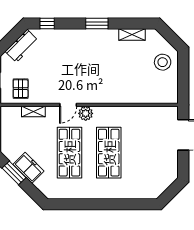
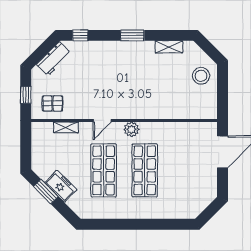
pallet: (21, 89) -> (53, 103), turned 90
plant: (86, 113) -> (131, 129), moved

